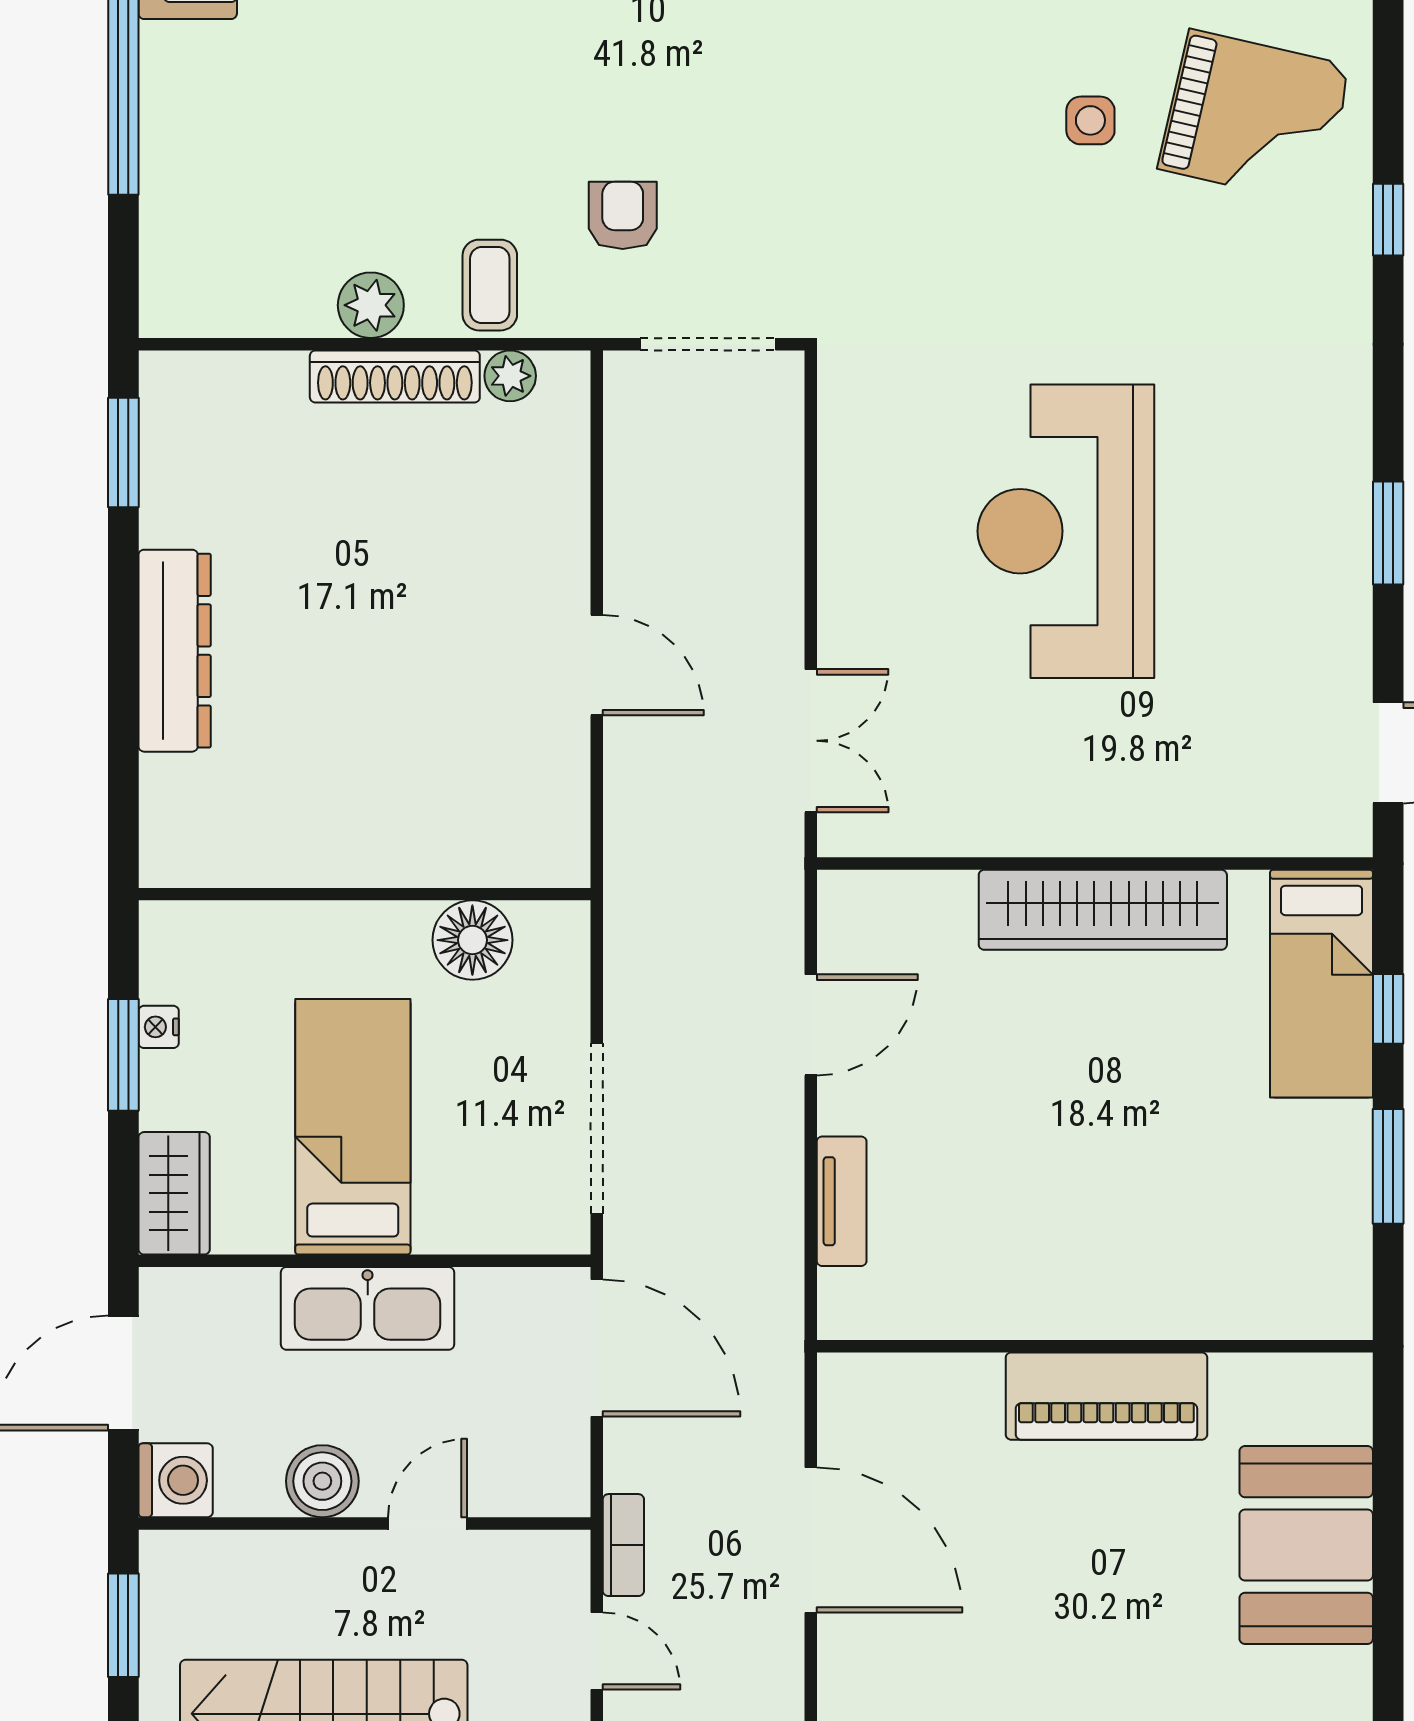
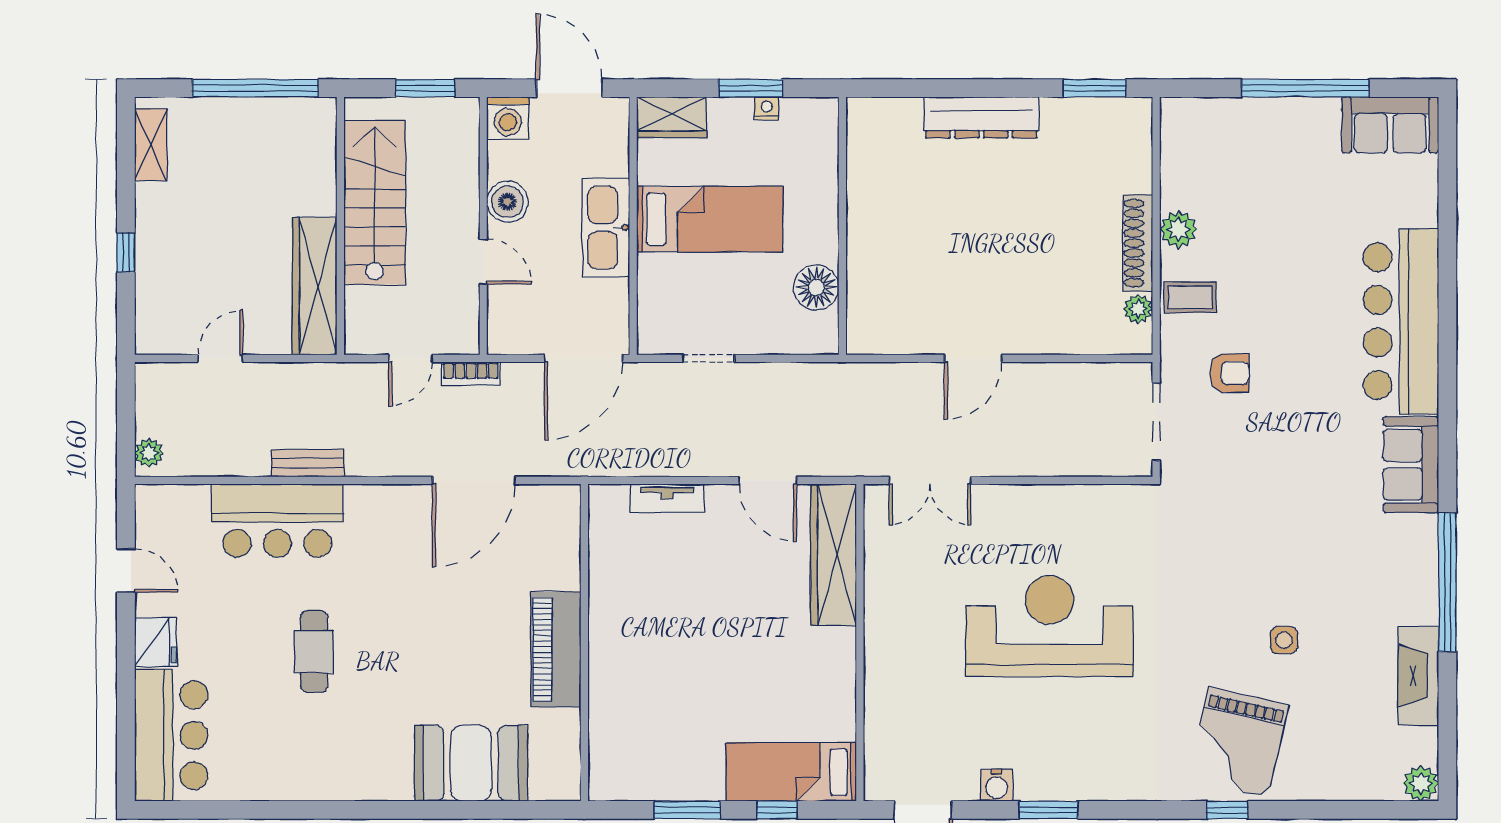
grand piano: (1254, 117) -> (1238, 742), moved
water cooler: (1345, 624) -> (997, 785), added
wardrobe: (1103, 910) -> (833, 555), moved
doorway: (597, 1129) -> (709, 358), width x0.53

